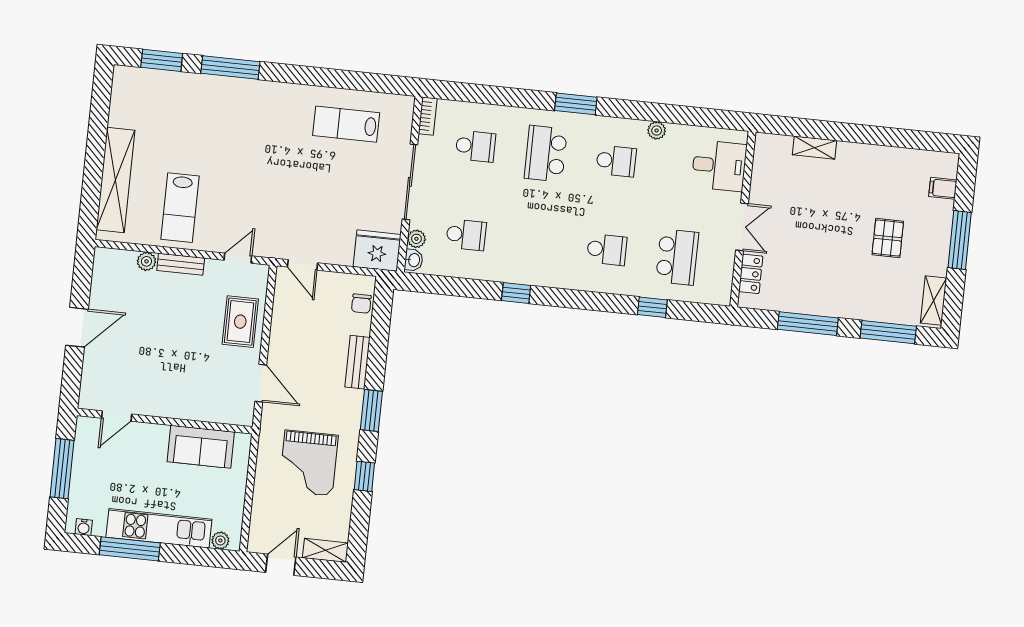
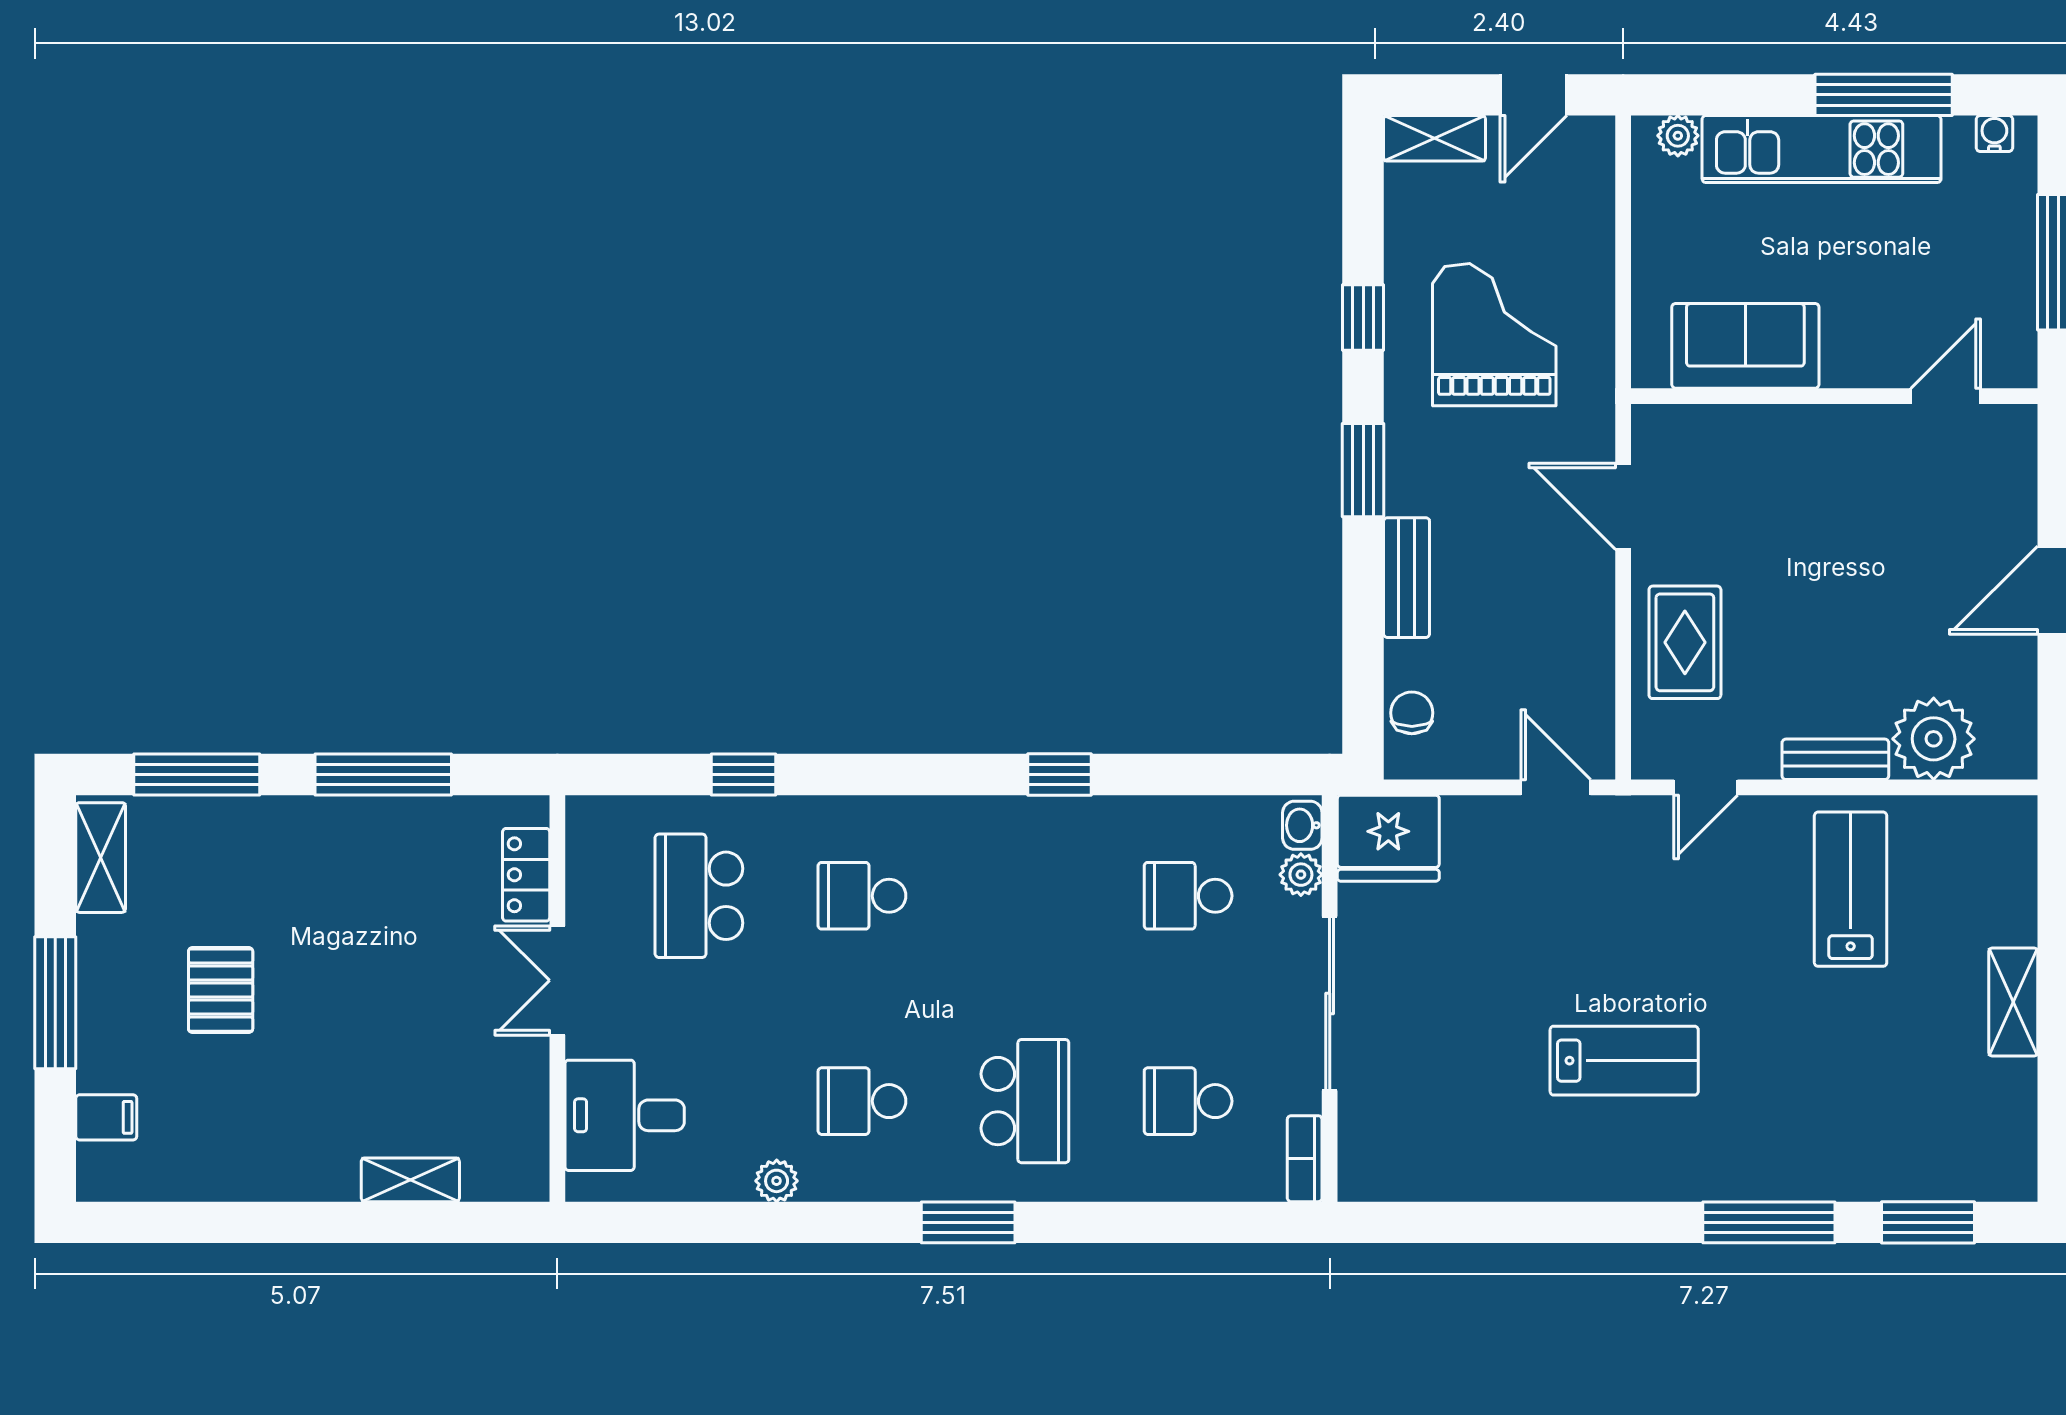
lab bench: (346, 124) -> (1624, 1061), moved
shelving: (116, 180) -> (2013, 1002), width x0.45, depth x0.75
plant: (146, 261) -> (1934, 739), width x1.87, depth x1.87

